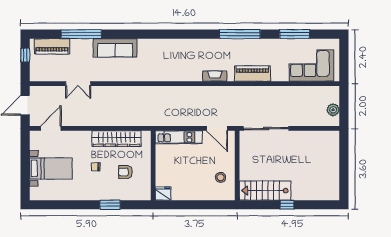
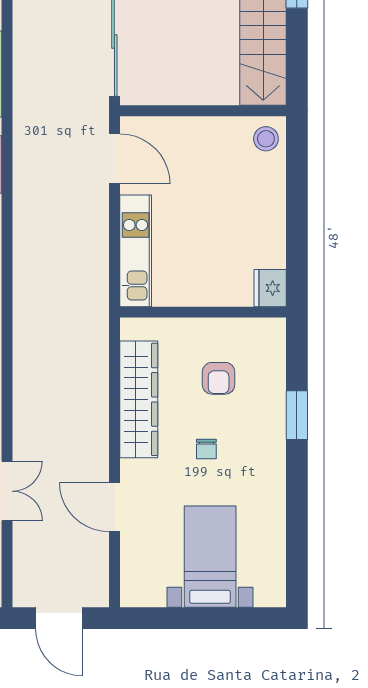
door: (51, 128) -> (114, 507), moved
door: (217, 128) -> (114, 159), hinge flipped
stool: (221, 177) -> (266, 139), moved

